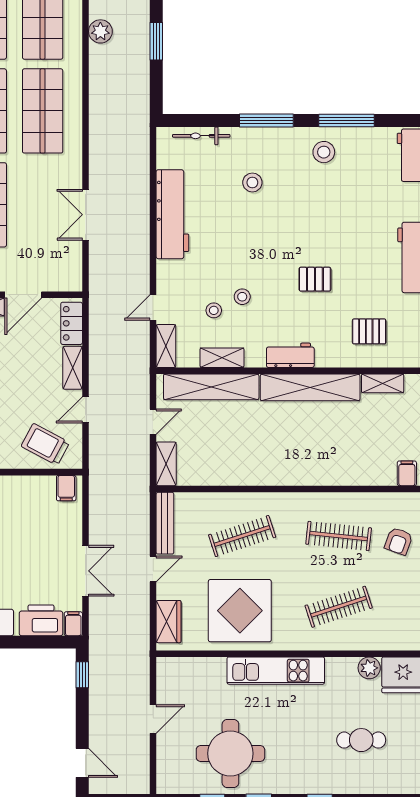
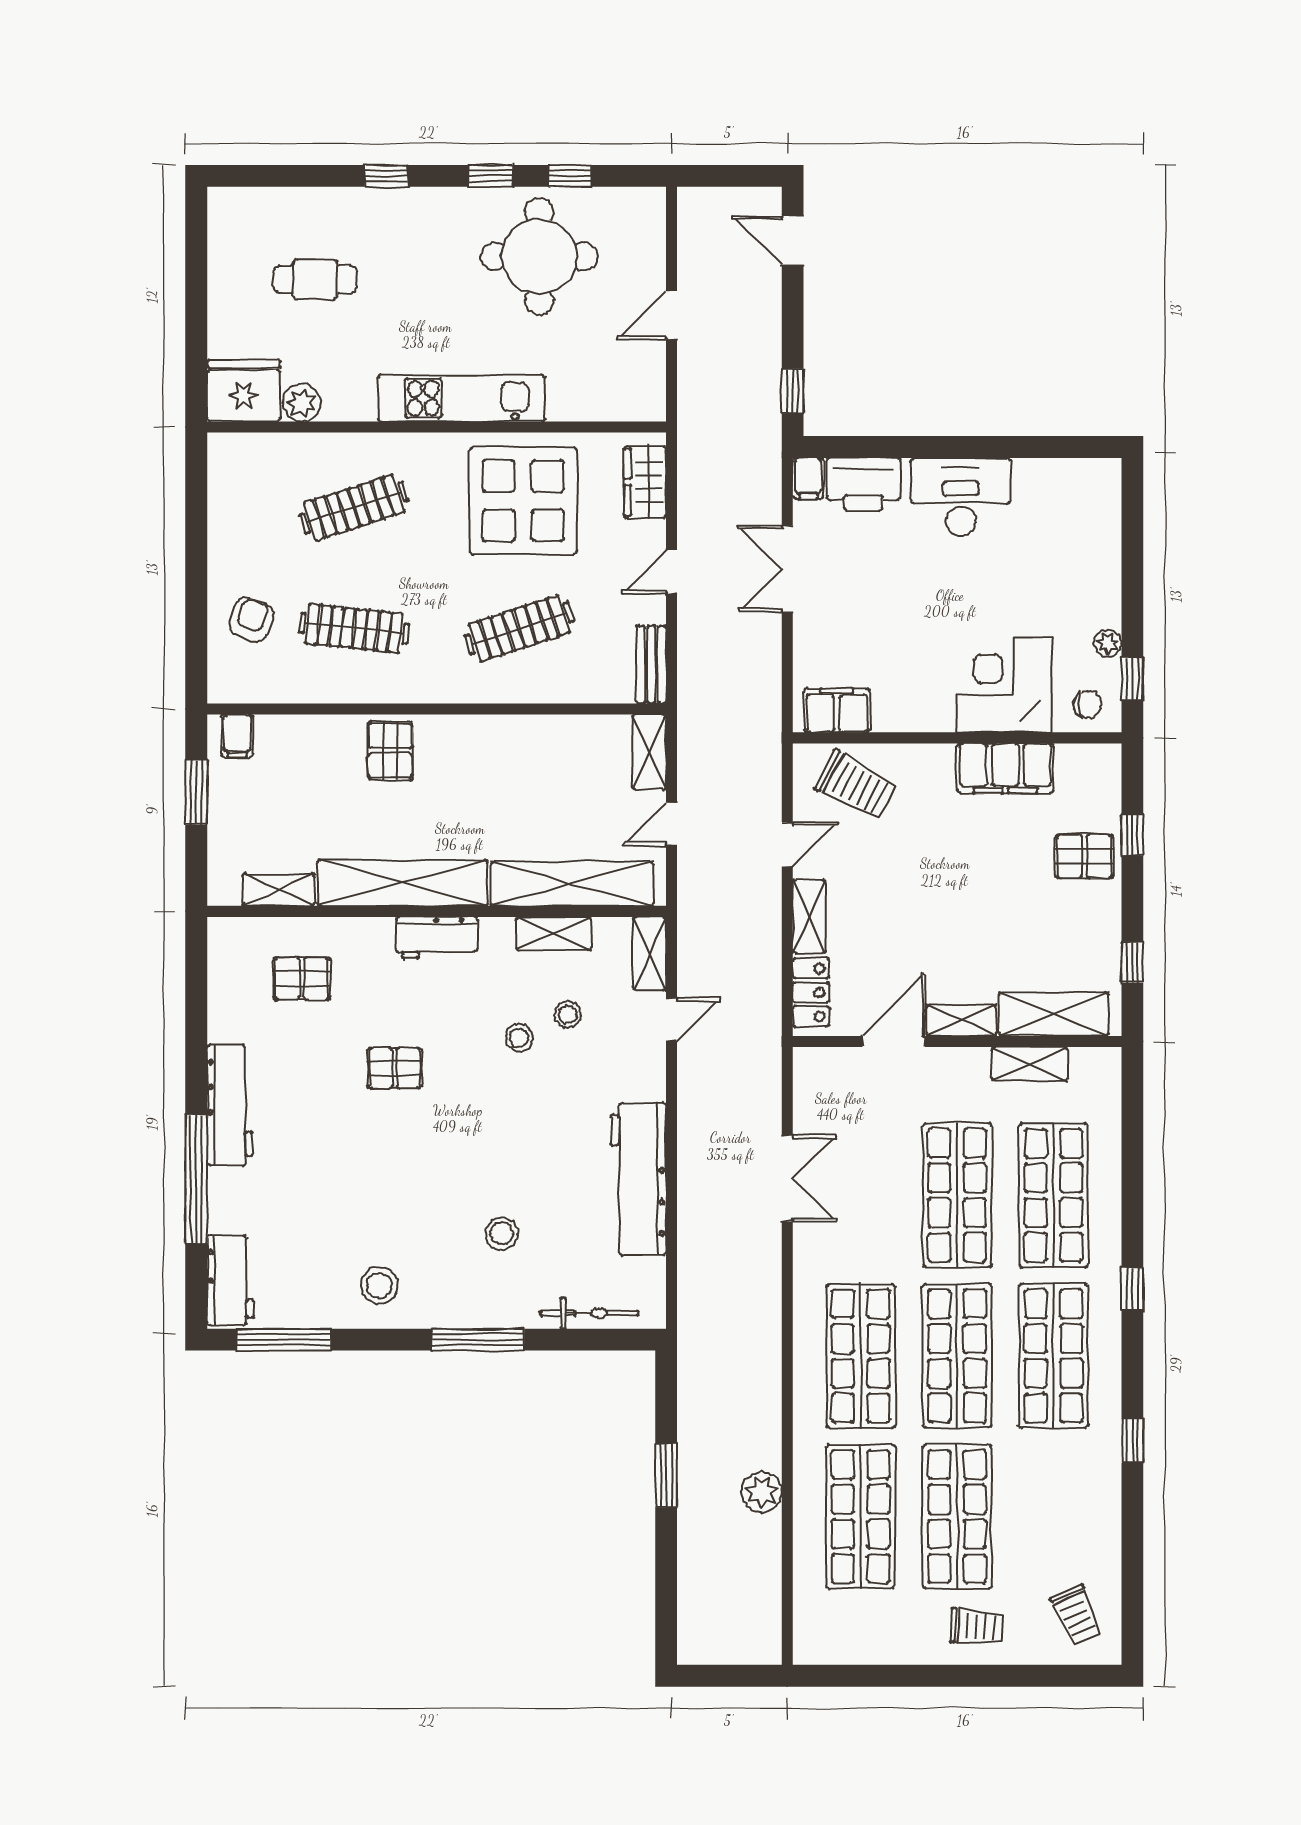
window: (346, 120) -> (284, 1340), moved
pallet: (317, 465) -> (390, 751), added
filing cabinet: (66, 488) -> (837, 710), width x2.00
bench: (165, 523) -> (651, 665), width x0.73

